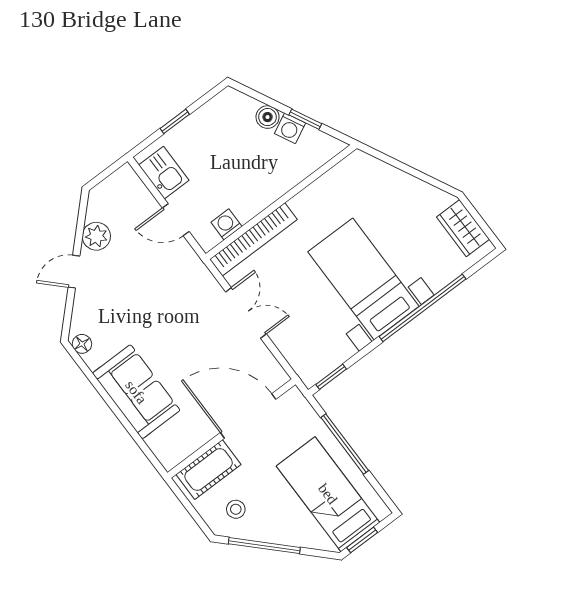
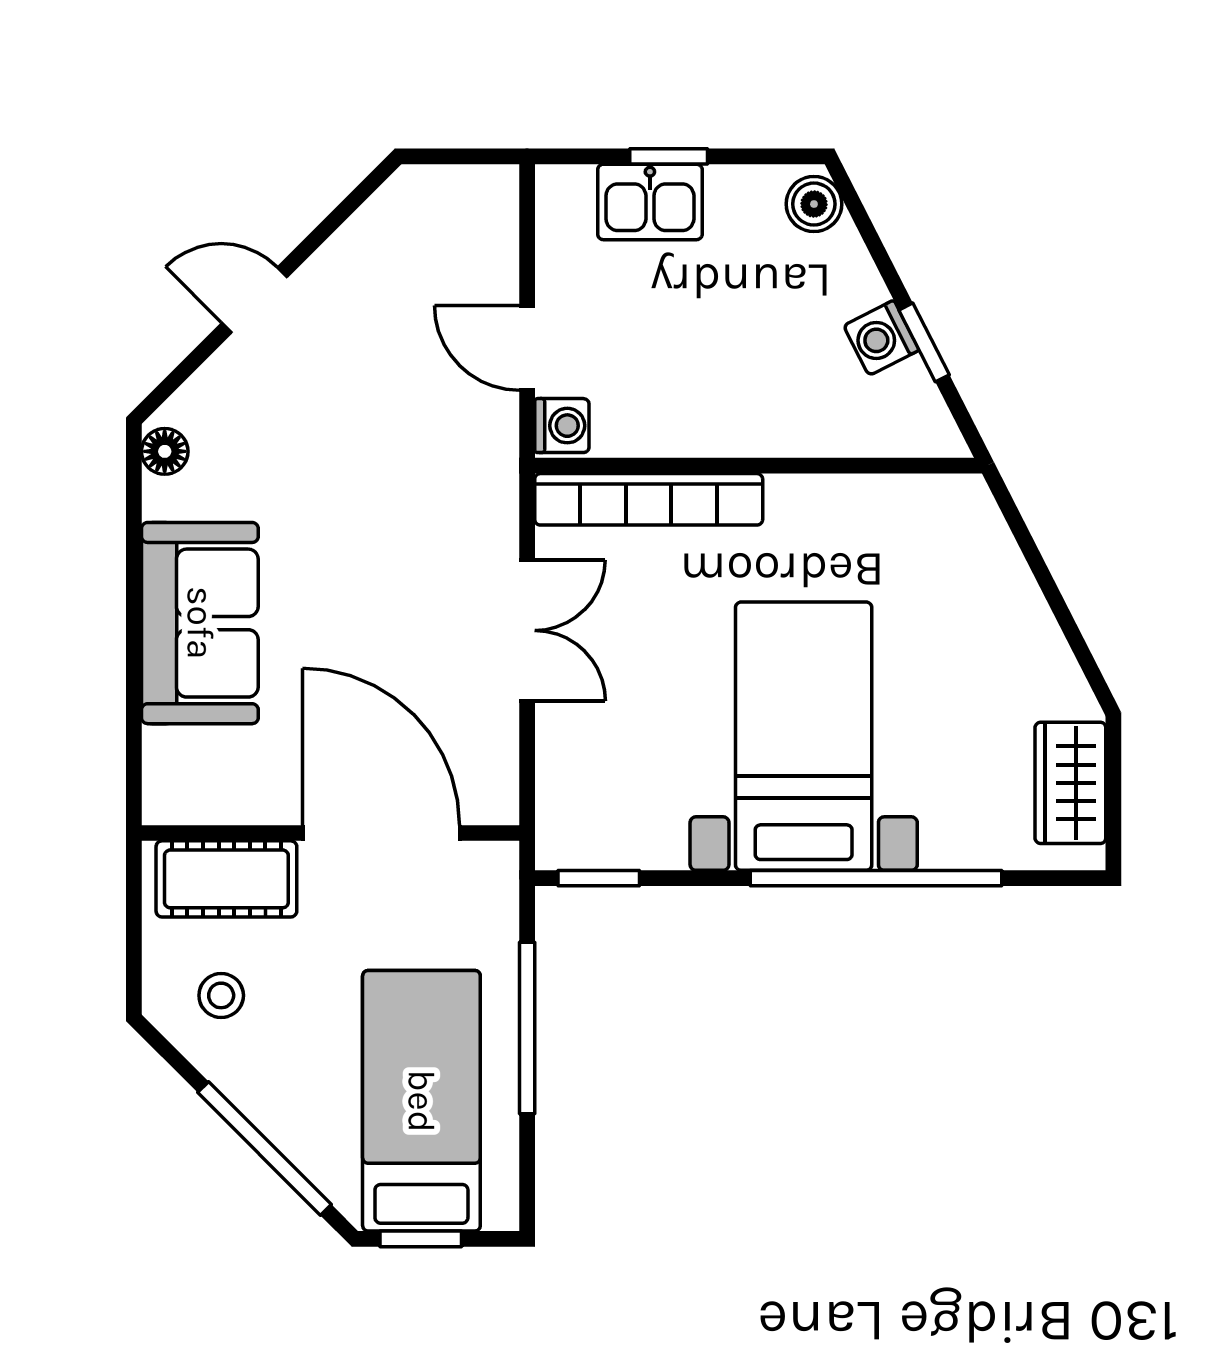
boiler: (268, 117) -> (814, 204), moved
kitchen sink: (164, 173) -> (650, 202), moved, turned 90
washing machine: (226, 224) -> (562, 426), moved, turned 90
plant: (96, 236) -> (349, 264), removed
window: (264, 546) -> (264, 1148), moved

